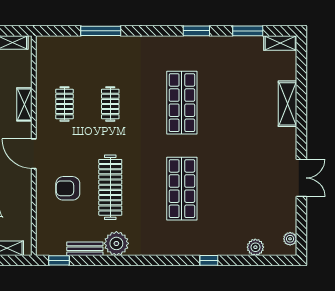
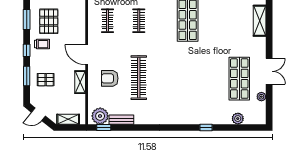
shelving: (24, 104) -> (80, 82), moved
shop shelf: (182, 189) -> (239, 79), moved
plant: (290, 239) -> (261, 97), moved
plant: (116, 243) -> (100, 116), moved

